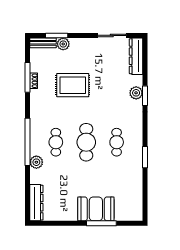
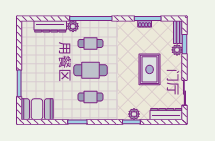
rug: (73, 85) -> (150, 69), moved
dresser: (36, 203) -> (50, 26), moved
booth: (96, 209) -> (37, 109), moved, turned 90

